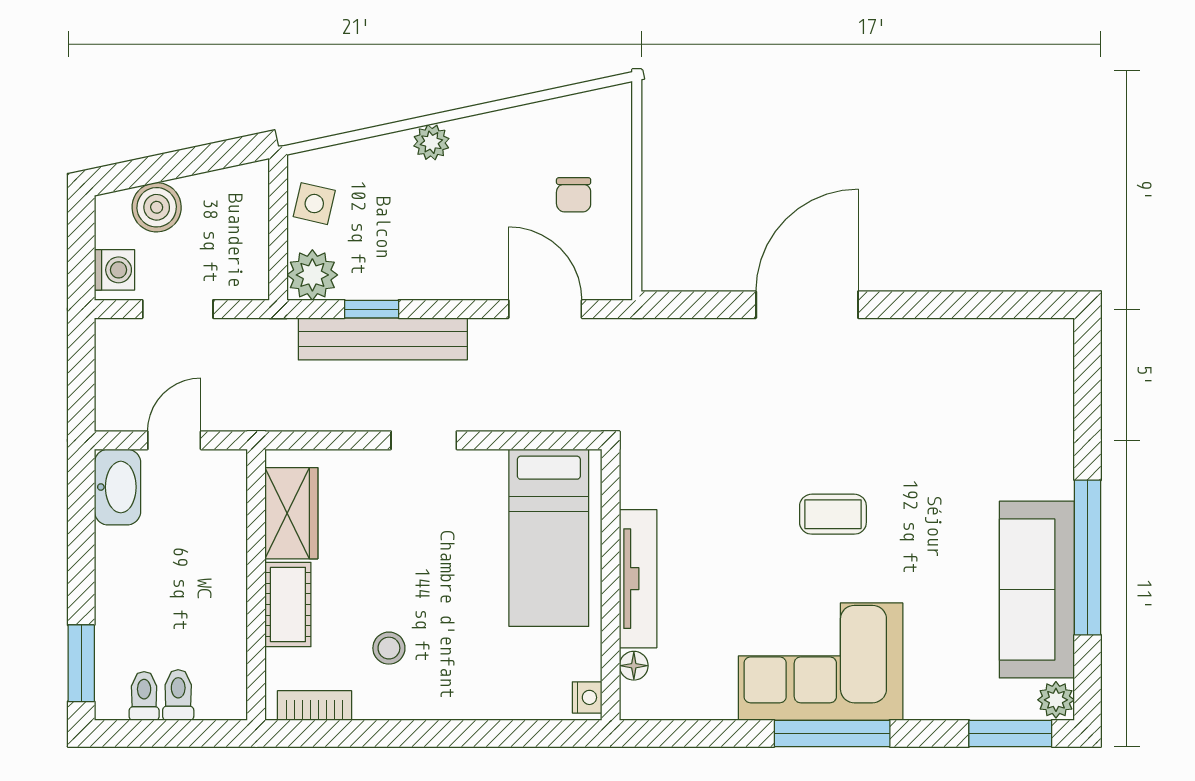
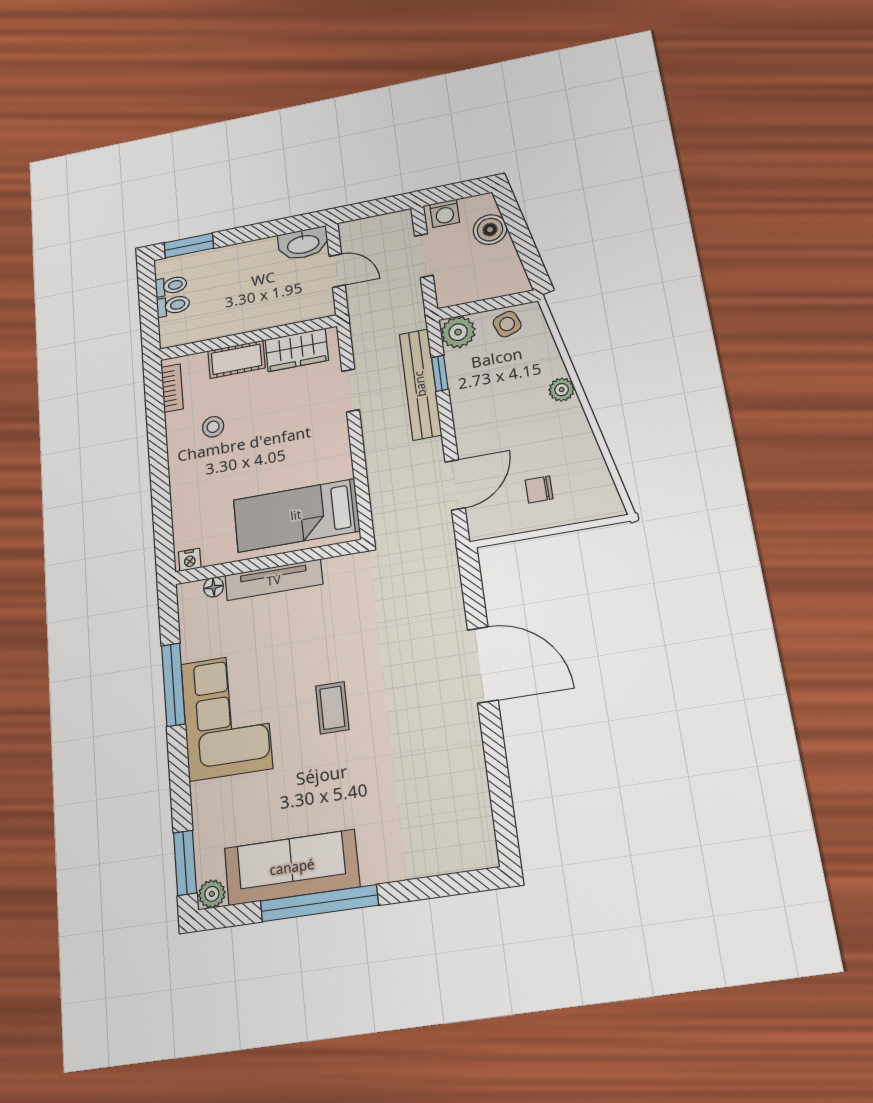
side table: (314, 204) -> (507, 324), turned -33
doorway: (424, 440) -> (351, 390), moved
window: (832, 733) -> (173, 685), moved

